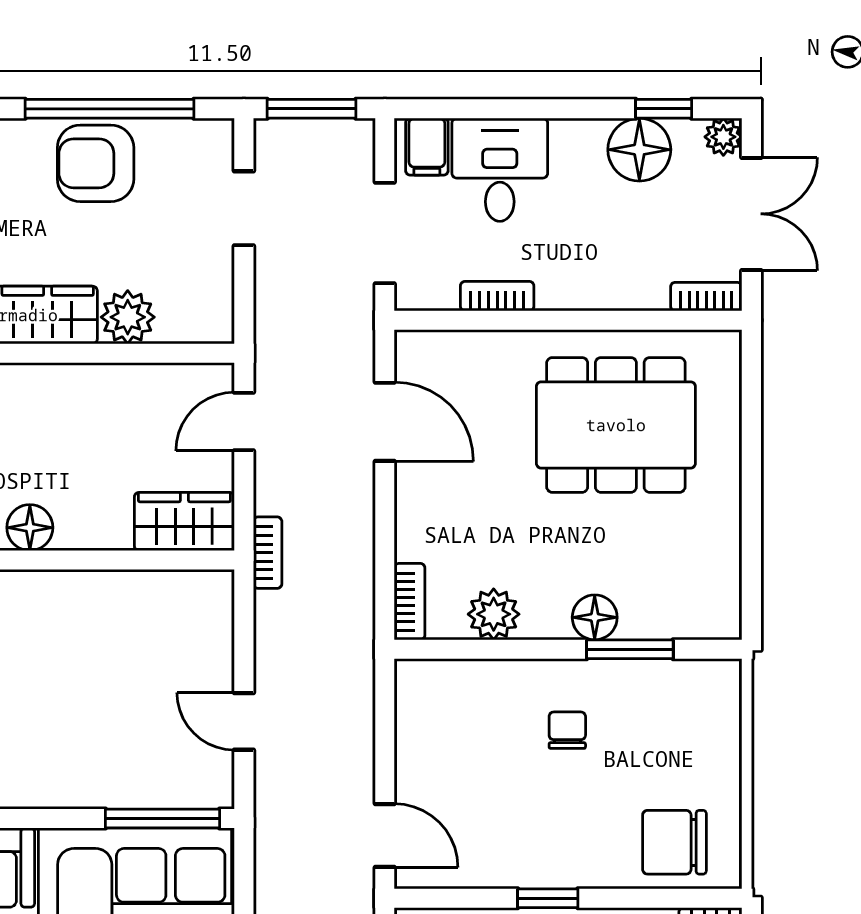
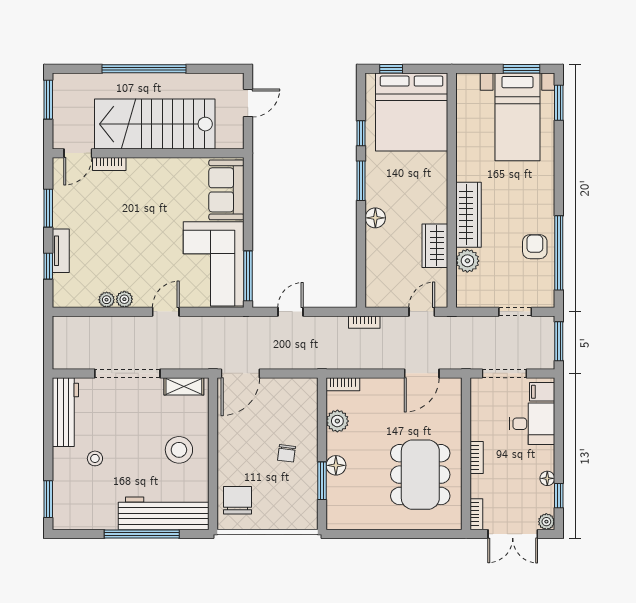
floor lamp: (639, 150) -> (547, 478), width x0.53, depth x0.53
armchair: (96, 163) -> (535, 247), width x0.72, depth x0.72
bookcase: (497, 296) -> (477, 457), moved
door: (244, 422) -> (422, 312), hinge flipped
wardrobe: (184, 522) -> (435, 246), moved, turned 180
chair: (567, 730) -> (287, 453), turned 97
door: (385, 835) -> (240, 373), width x1.38
window: (548, 898) -> (213, 445), removed

